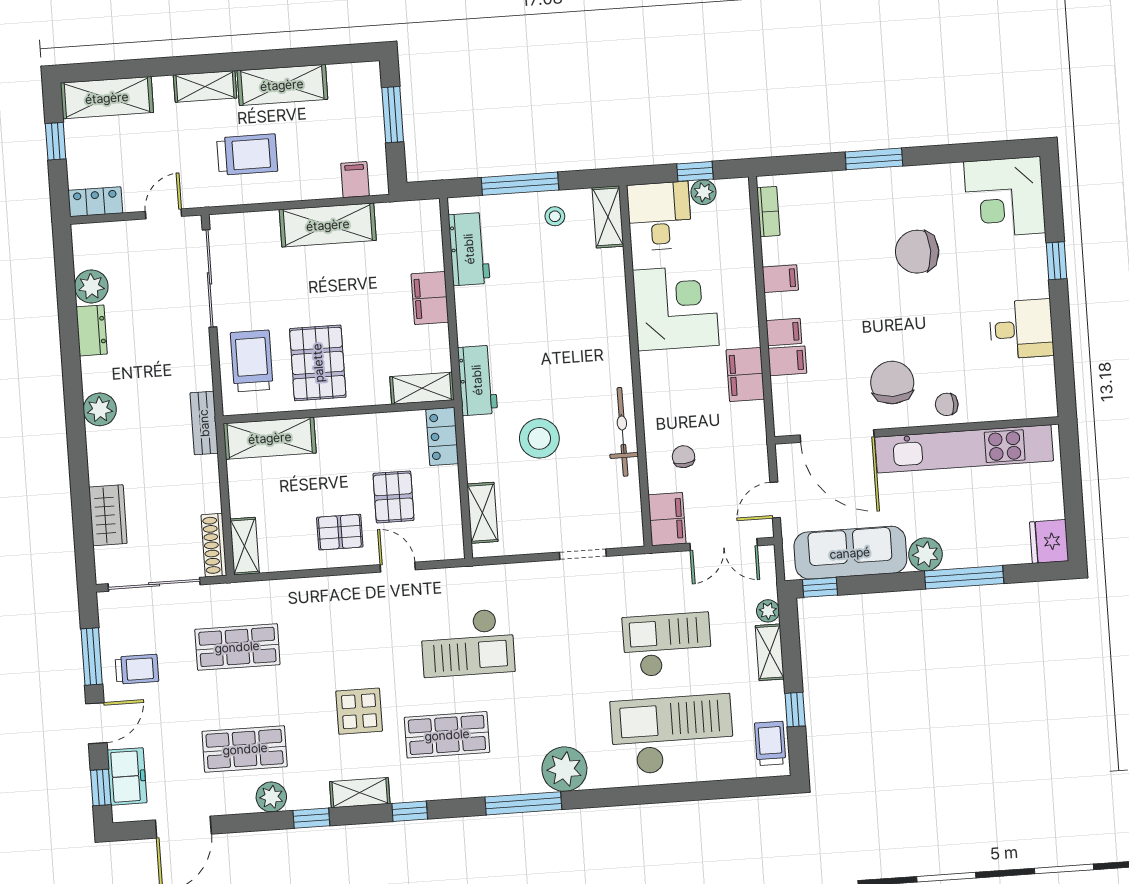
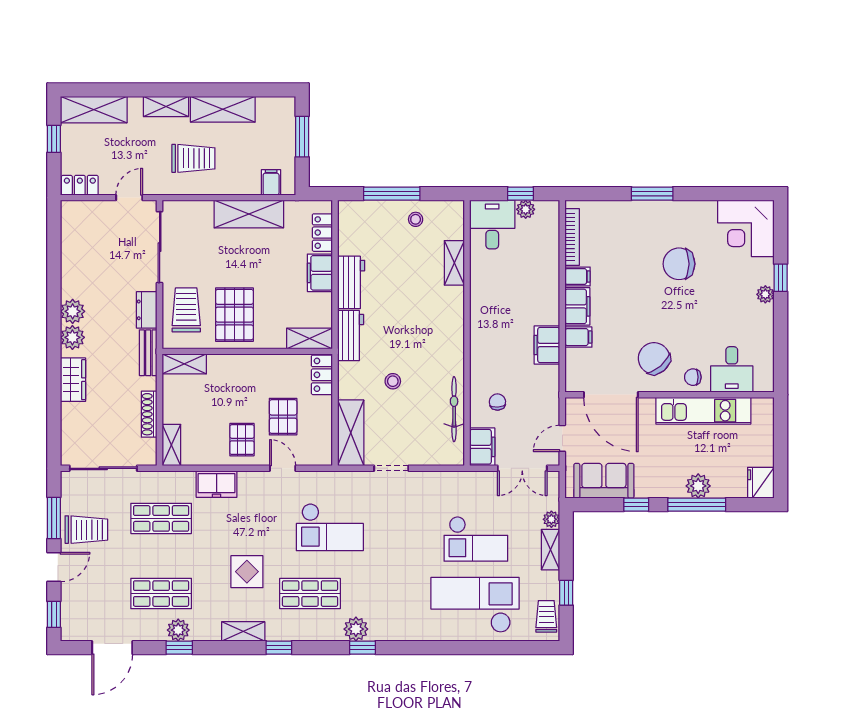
bookcase: (768, 212) -> (572, 237), width x1.56
shelving: (608, 217) -> (454, 263), moved
locker: (429, 243) -> (322, 233), added
workbench: (469, 249) -> (351, 282), moved
plant: (1037, 285) -> (765, 294), added
plant: (91, 286) -> (73, 311), moved
corner desk: (676, 308) -> (499, 293), removed
desk: (1021, 329) -> (732, 369), moved, turned 90
dresser: (92, 330) -> (147, 310), moved, turned 180
filing cabinet: (784, 332) -> (577, 306), width x2.00
chair: (892, 383) -> (654, 358), turned -41
bicycle: (622, 432) -> (454, 409), moved
shelving: (270, 438) -> (184, 364), width x0.67, depth x0.75
stool: (539, 438) -> (393, 381), width x0.53, depth x0.53
kitchen unit: (964, 449) -> (703, 411), width x0.73
shelving: (482, 513) -> (351, 433), width x1.50, depth x1.33
wardrobe: (108, 515) -> (73, 380), moved
pallet: (340, 532) -> (242, 440), turned 90
shoe rack: (214, 545) -> (149, 414), moved
sofa: (850, 553) -> (604, 481), width x0.73
doorway: (583, 554) -> (391, 468), moved
plant: (926, 554) -> (698, 486), moved
window: (820, 587) -> (636, 505), moved
checkout: (667, 645) -> (476, 539), turned 180
trolley: (137, 669) -> (86, 530), width x1.36, depth x1.39
plant: (564, 769) -> (356, 629), moved, width x0.73, depth x0.73
freezer: (127, 776) -> (217, 484), moved, turned 90
window: (523, 803) -> (362, 648), width x0.46
window: (311, 818) -> (179, 648), moved

